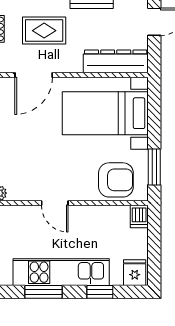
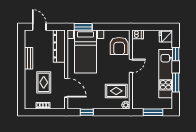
window: (154, 167) -> (83, 27), moved
rug: (27, 174) -> (116, 91), added
armchair: (116, 180) -> (119, 46), turned 180
door: (55, 203) -> (131, 66), moved

